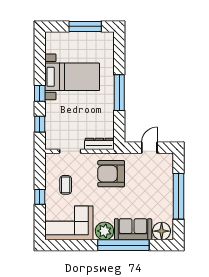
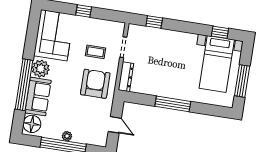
bed with nightstands: (72, 77) -> (217, 64), moved
window: (40, 93) -> (220, 32), moved
coffee table: (66, 185) -> (95, 52), moved
plant: (168, 194) -> (67, 136), added

